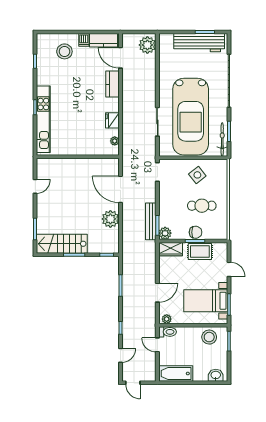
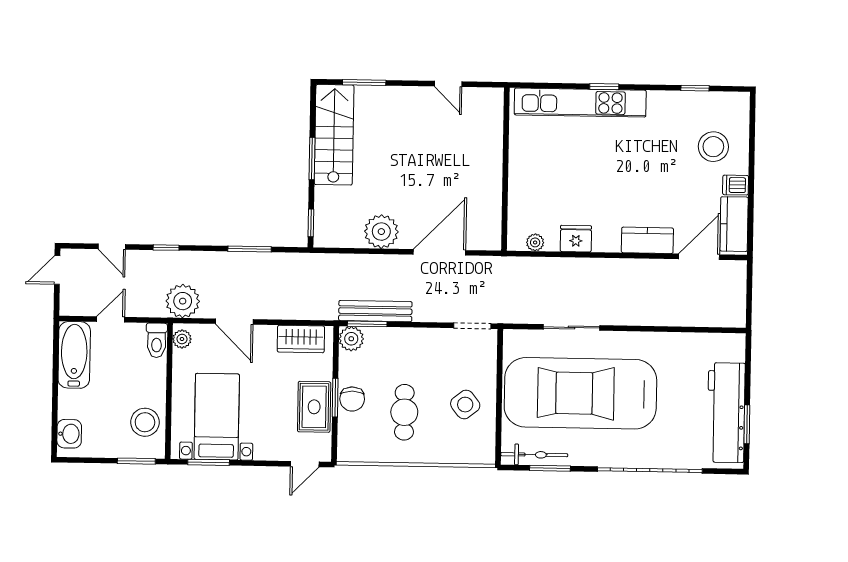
plant: (147, 45) -> (183, 301), moved
wardrobe: (171, 249) -> (301, 339), moved, turned -90
door: (229, 269) -> (305, 464), moved
door: (157, 345) -> (111, 319), moved

